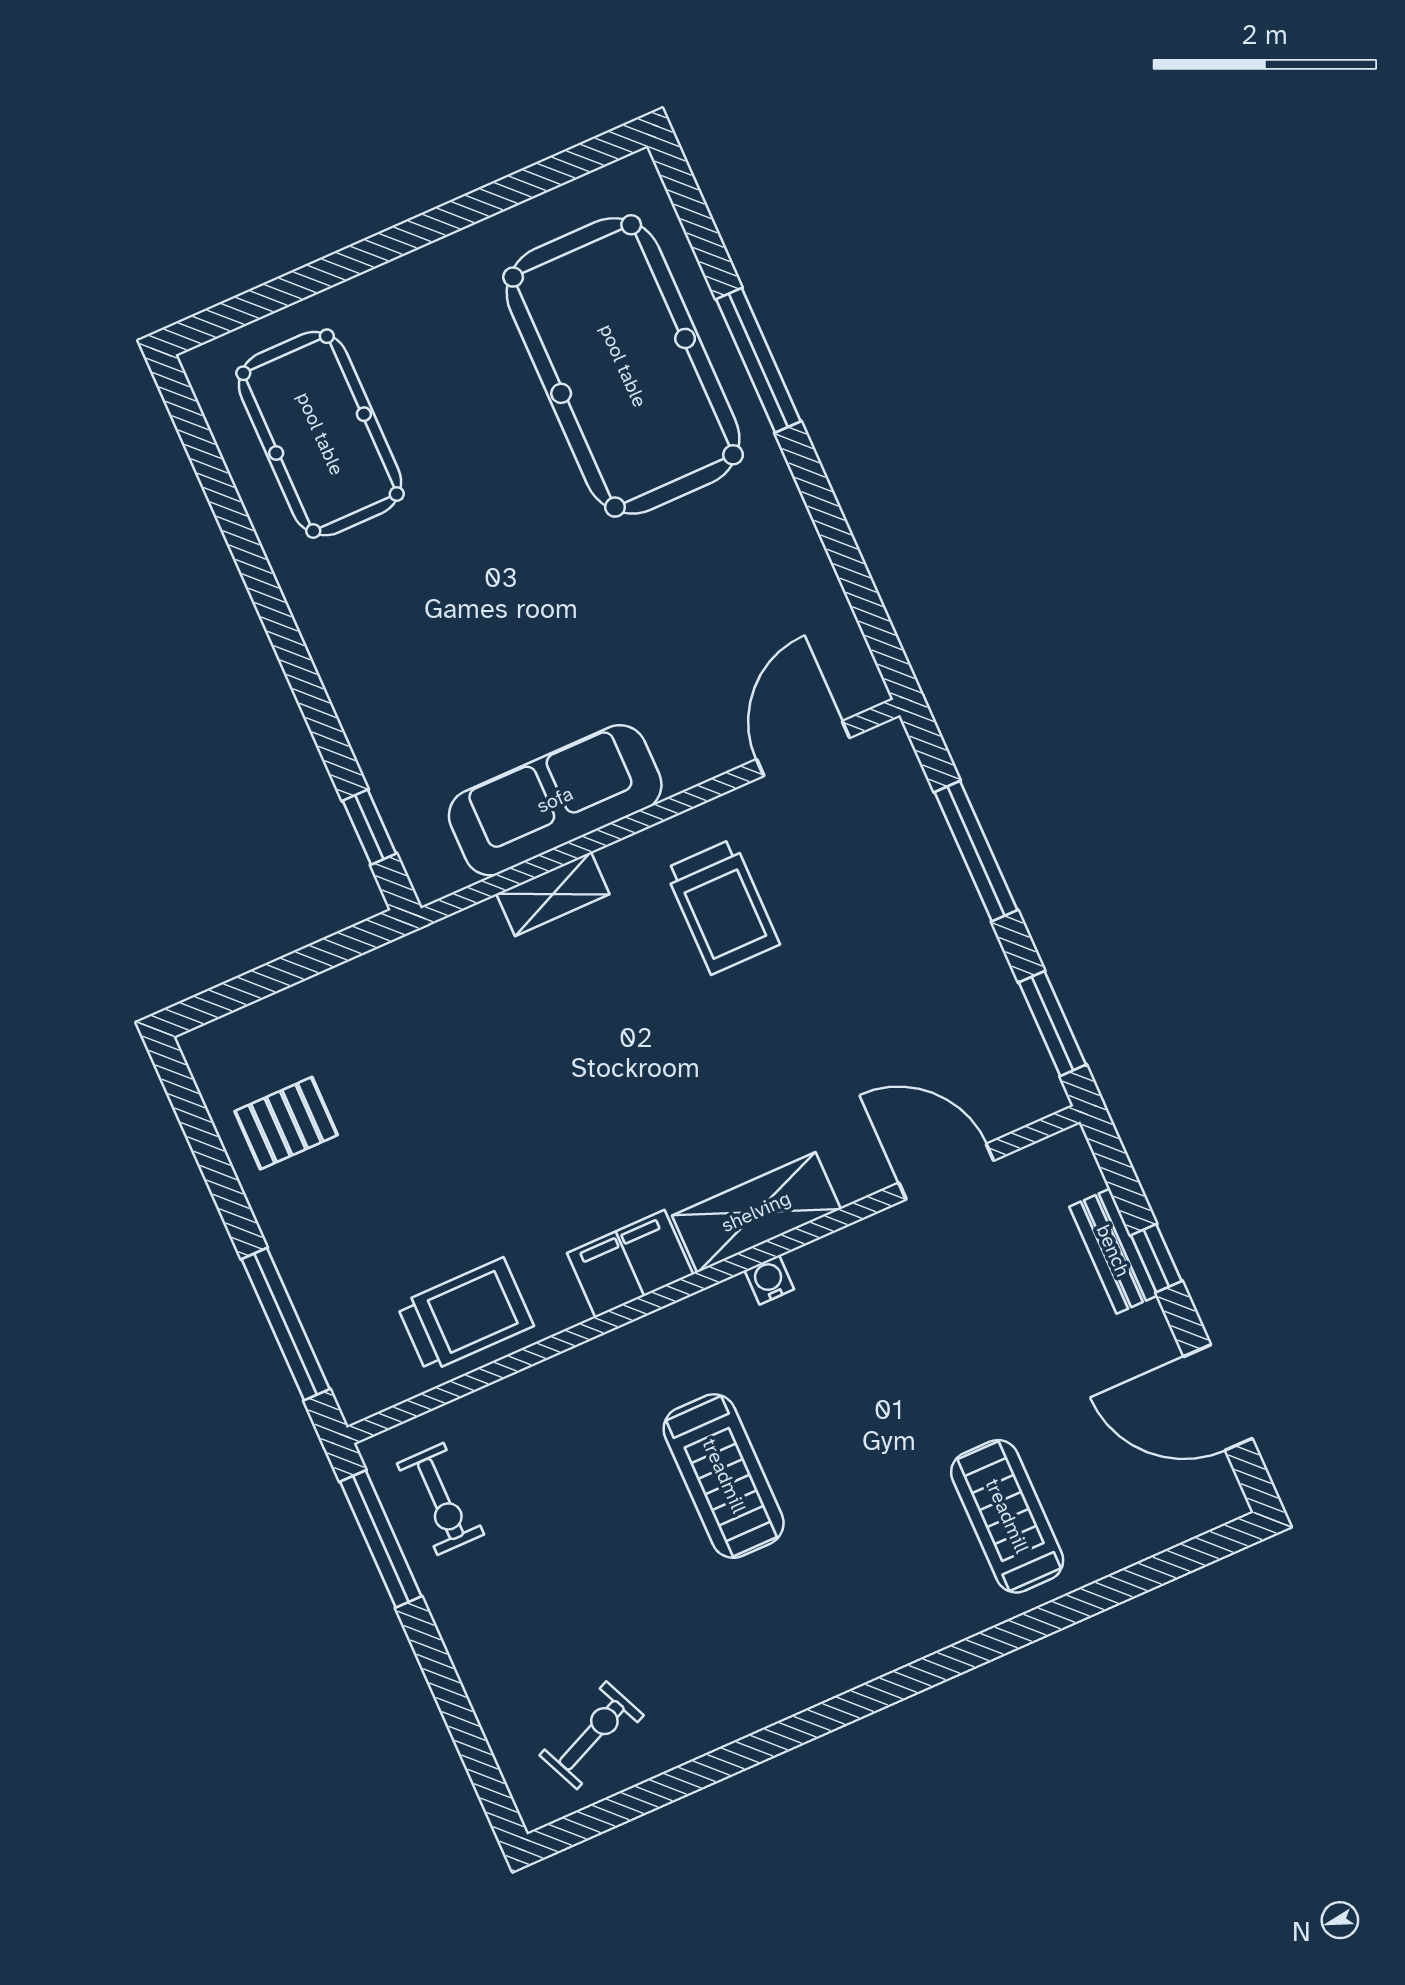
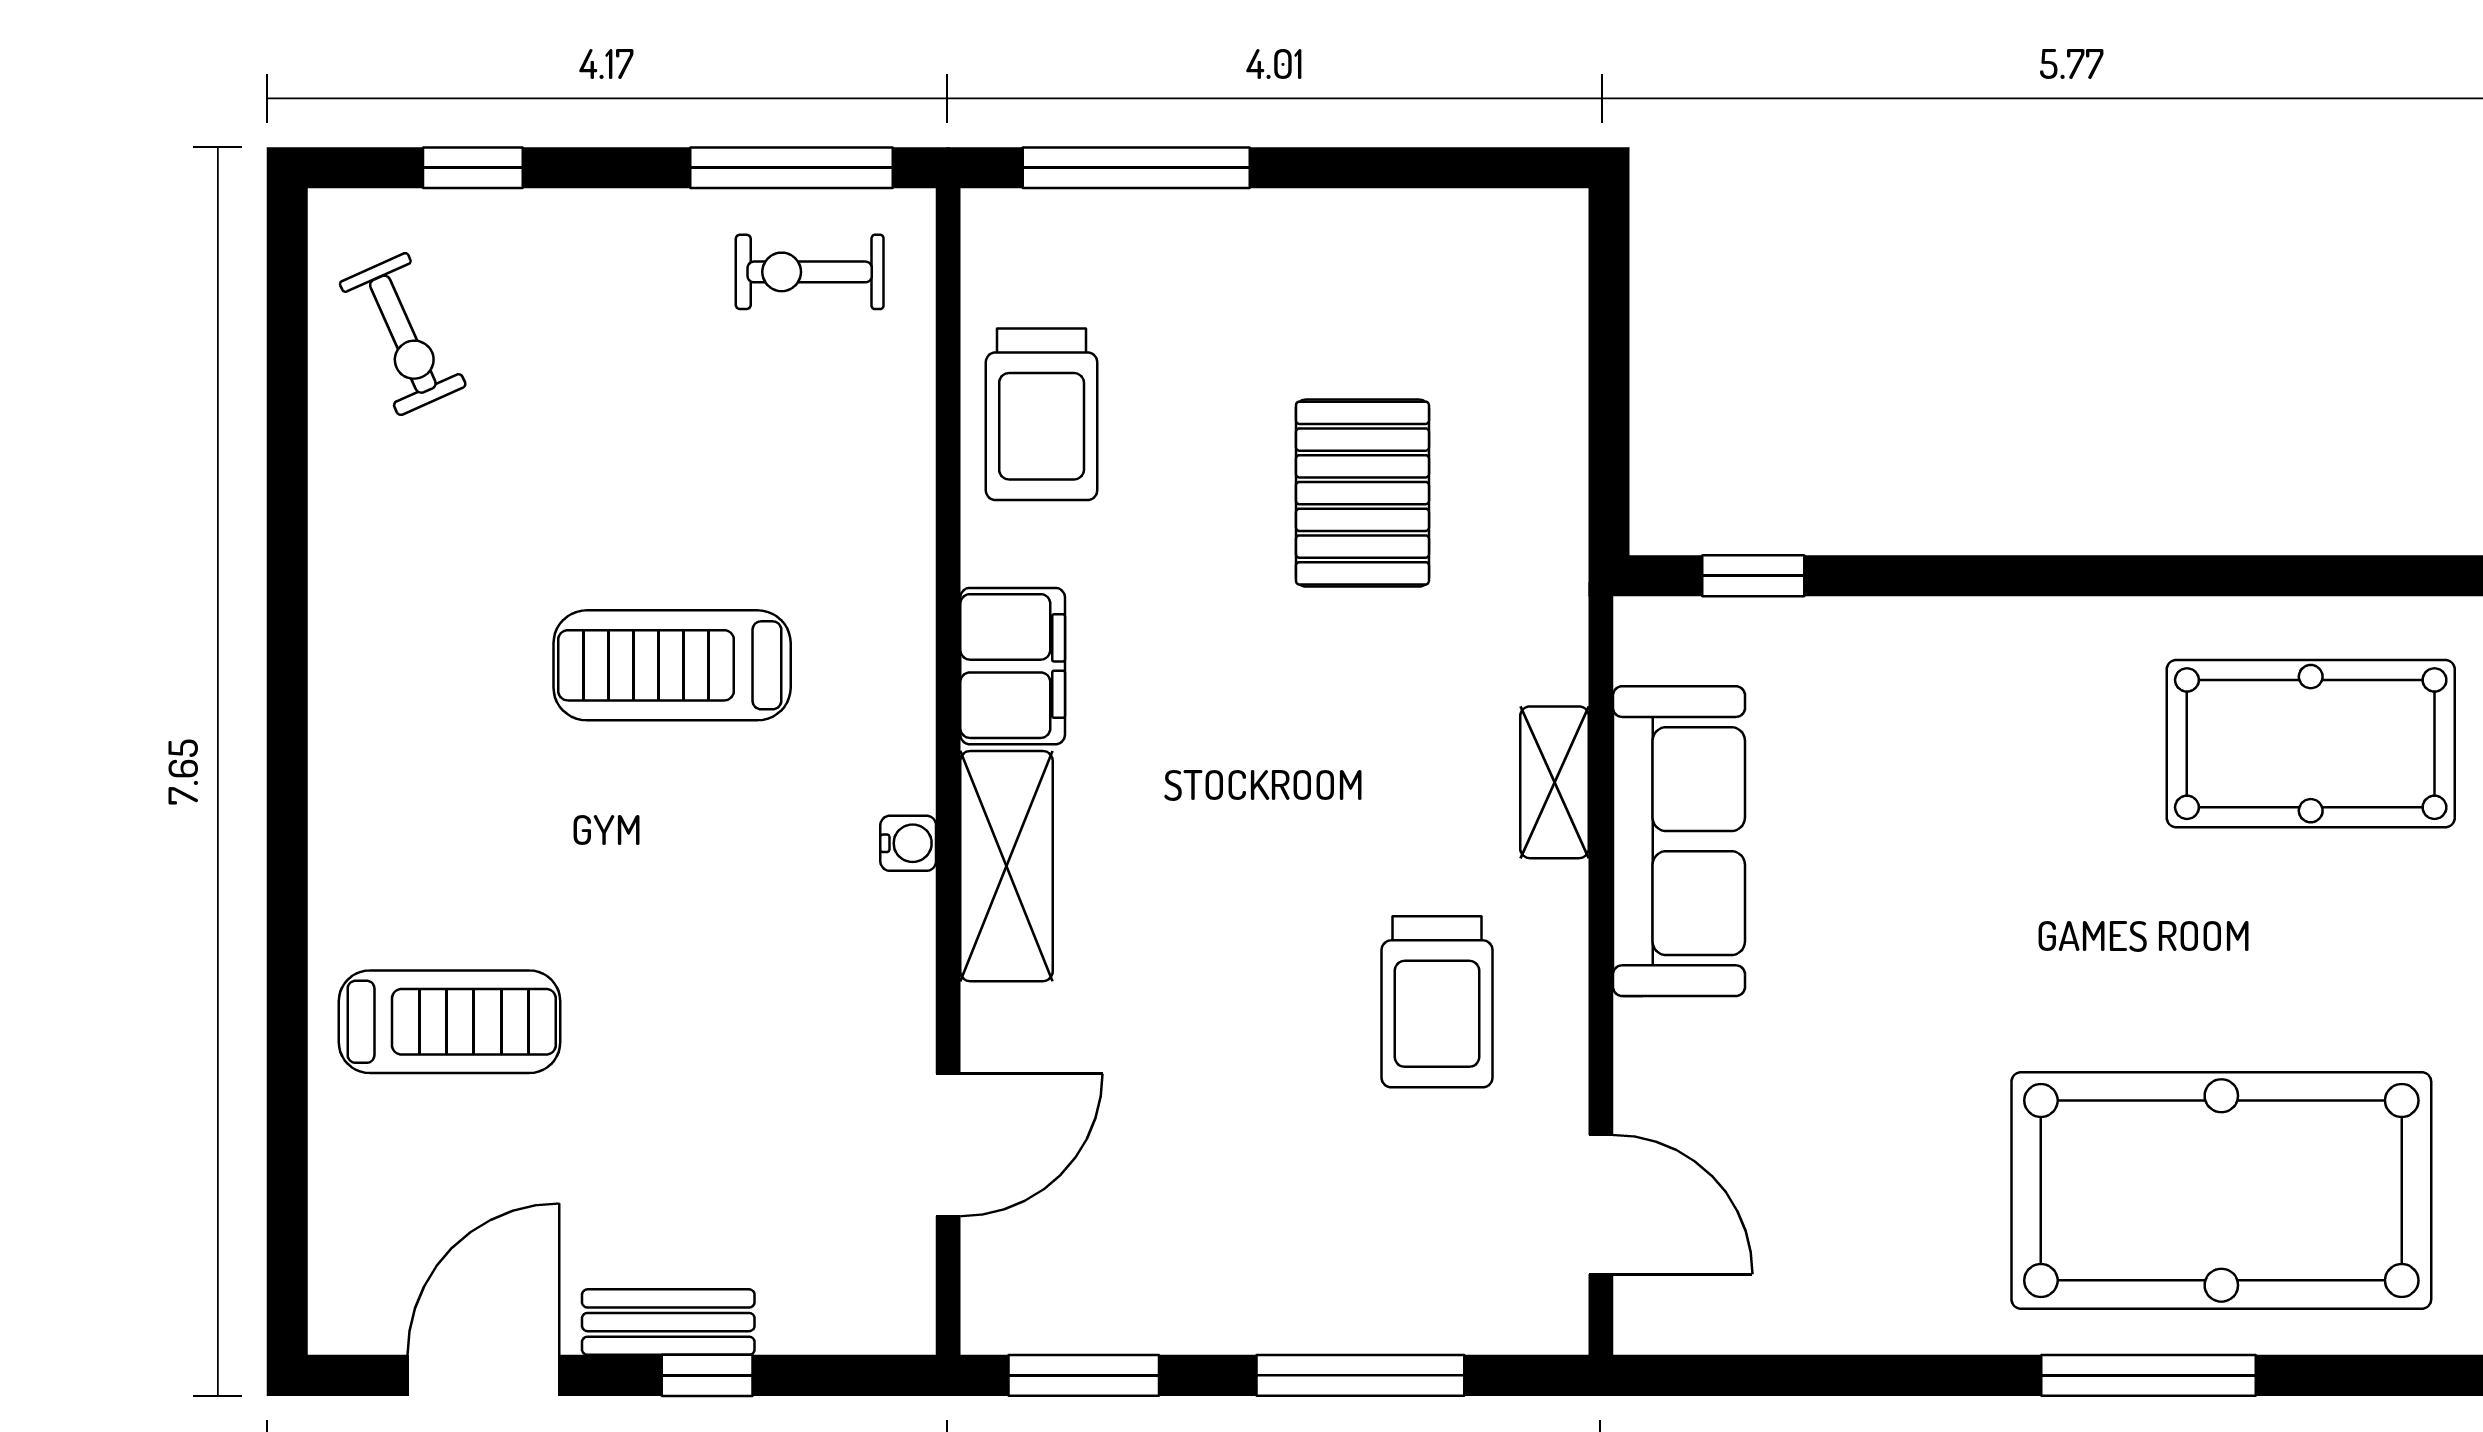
trolley: (722, 907) -> (1437, 1002), turned -90
pallet: (286, 1123) -> (1362, 493), moved, width x1.50, depth x1.42
bench: (1113, 1251) -> (668, 1322), moved
window: (469, 1737) -> (473, 168), added

